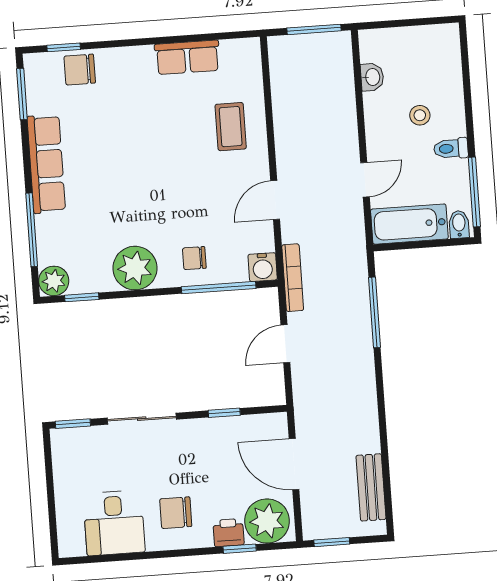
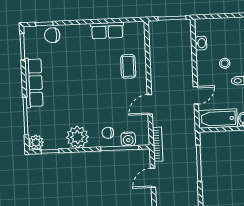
water cooler: (263, 267) -> (128, 139), moved

